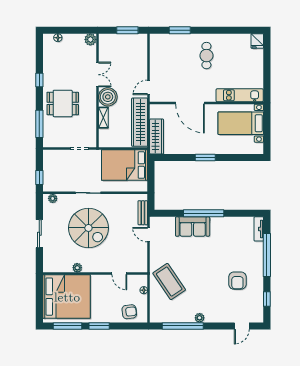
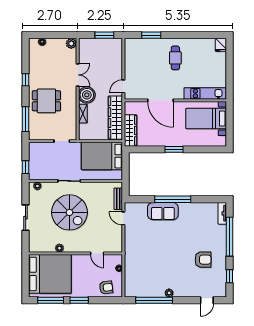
coffee table: (169, 281) -> (142, 260), removed
armchair: (237, 281) -> (203, 260), turned -90

